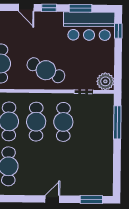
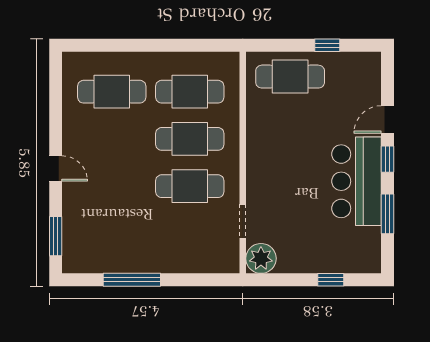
bar counter: (89, 26) -> (357, 181), moved
window: (118, 31) -> (331, 280), moved
cafe table: (46, 70) -> (279, 155), removed
window: (117, 122) -> (132, 280), moved

